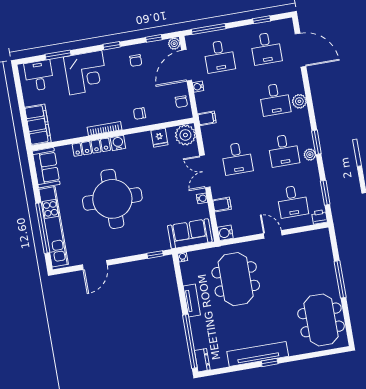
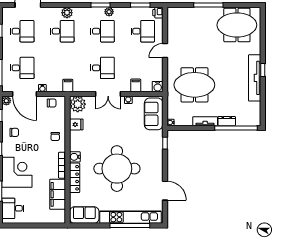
filing cabinet: (38, 125) -> (58, 194), moved, turned -90
dresser: (202, 360) -> (227, 121), moved

